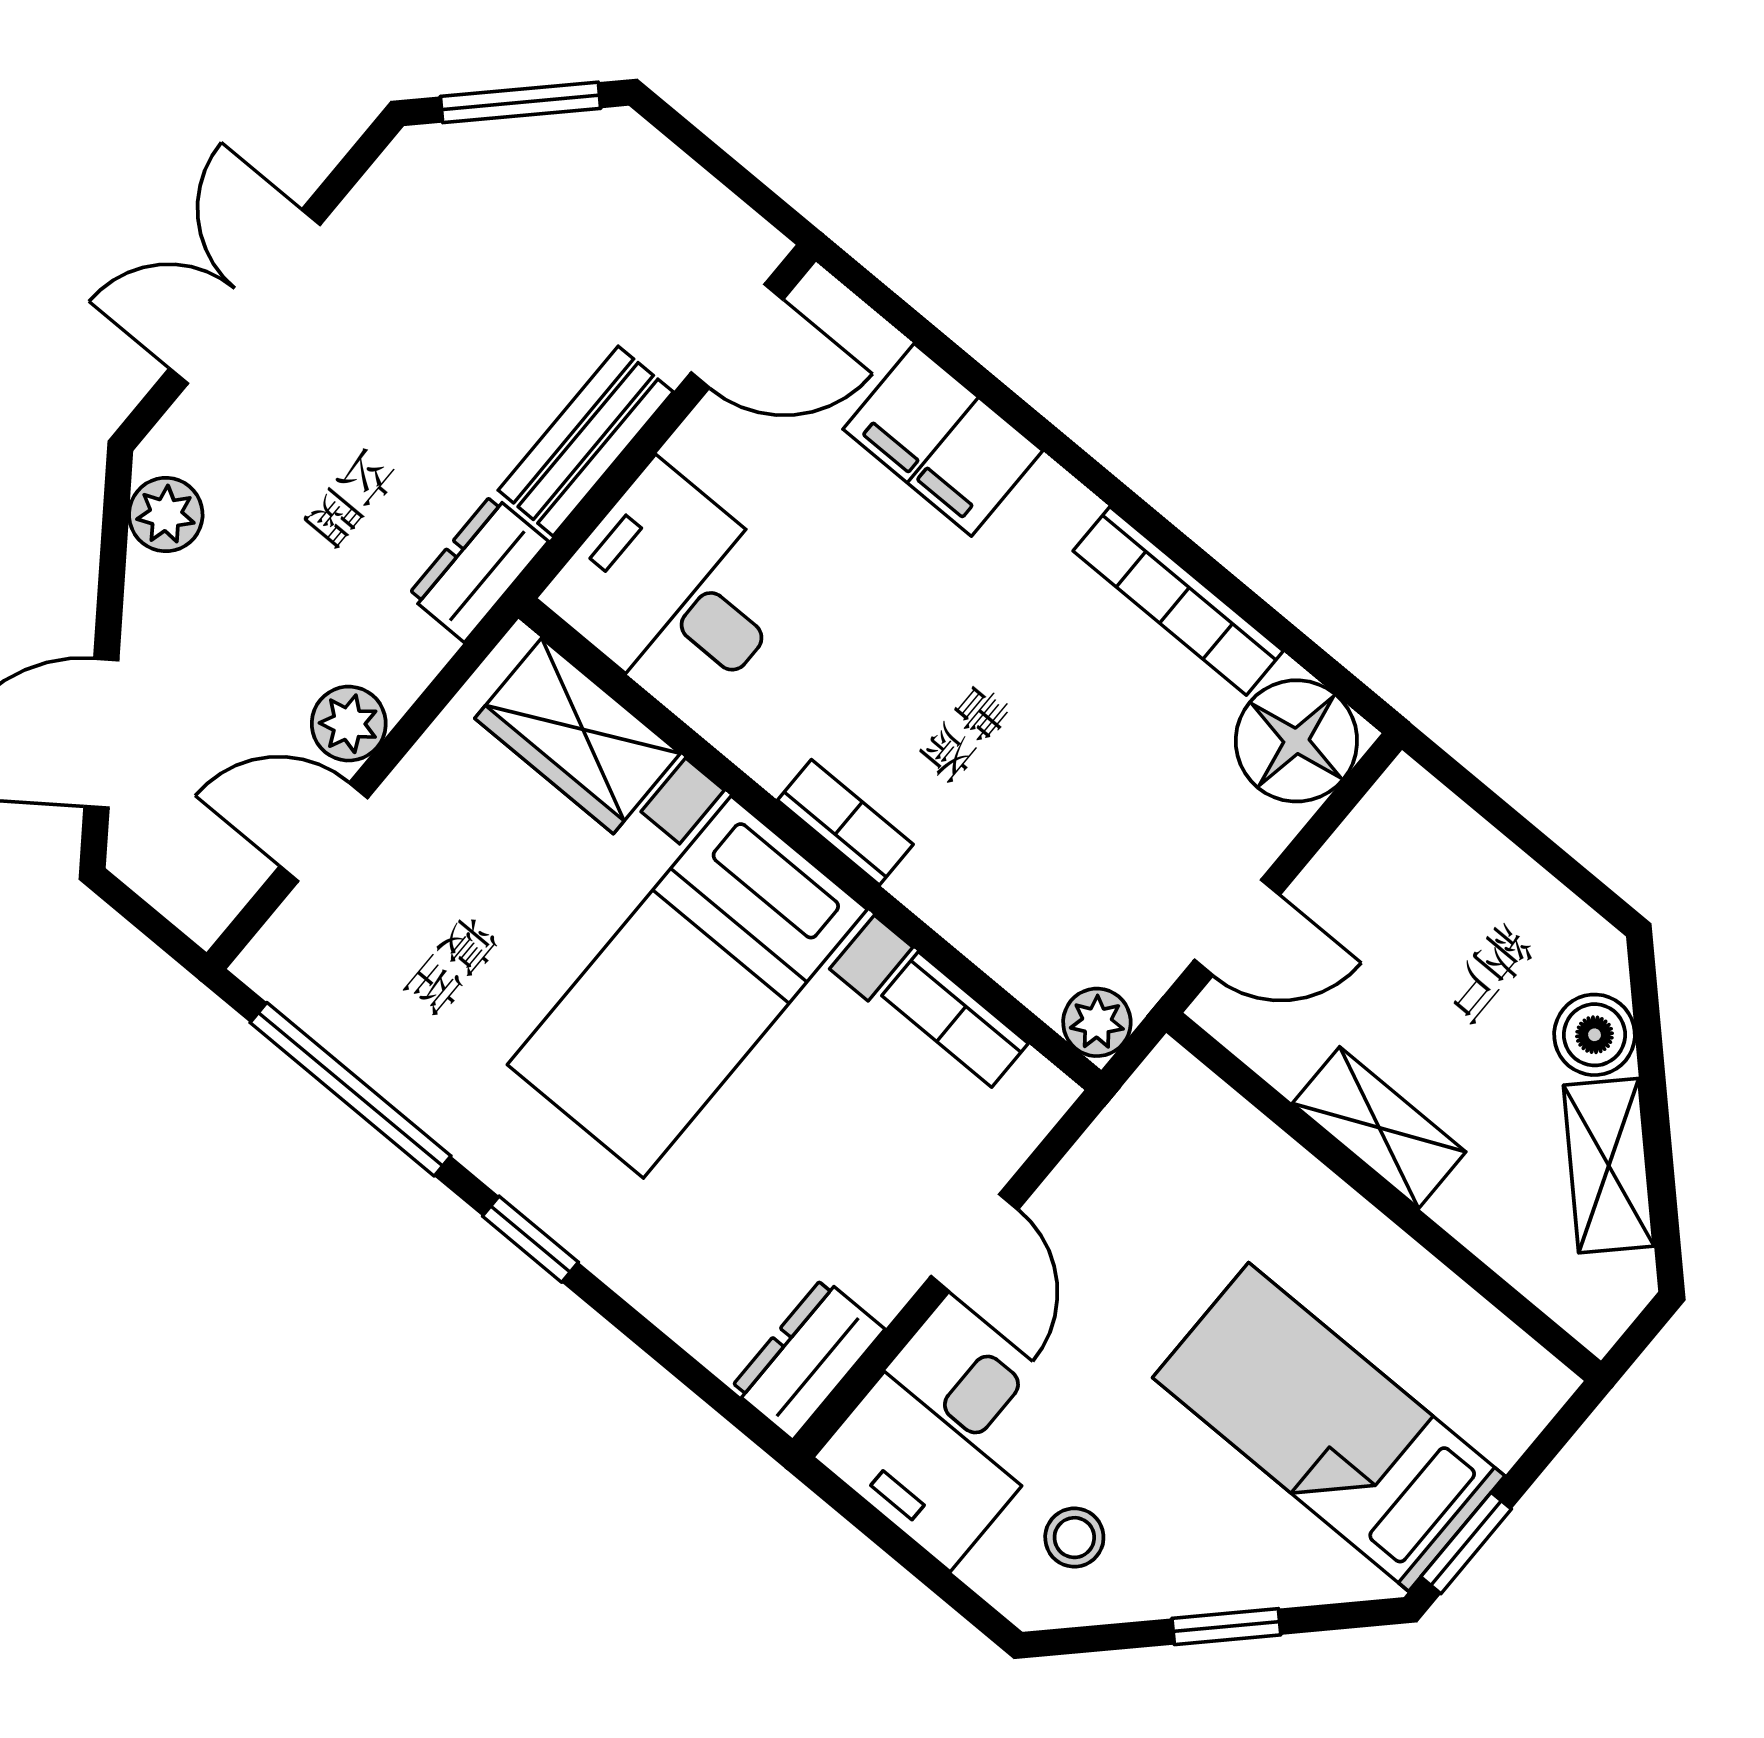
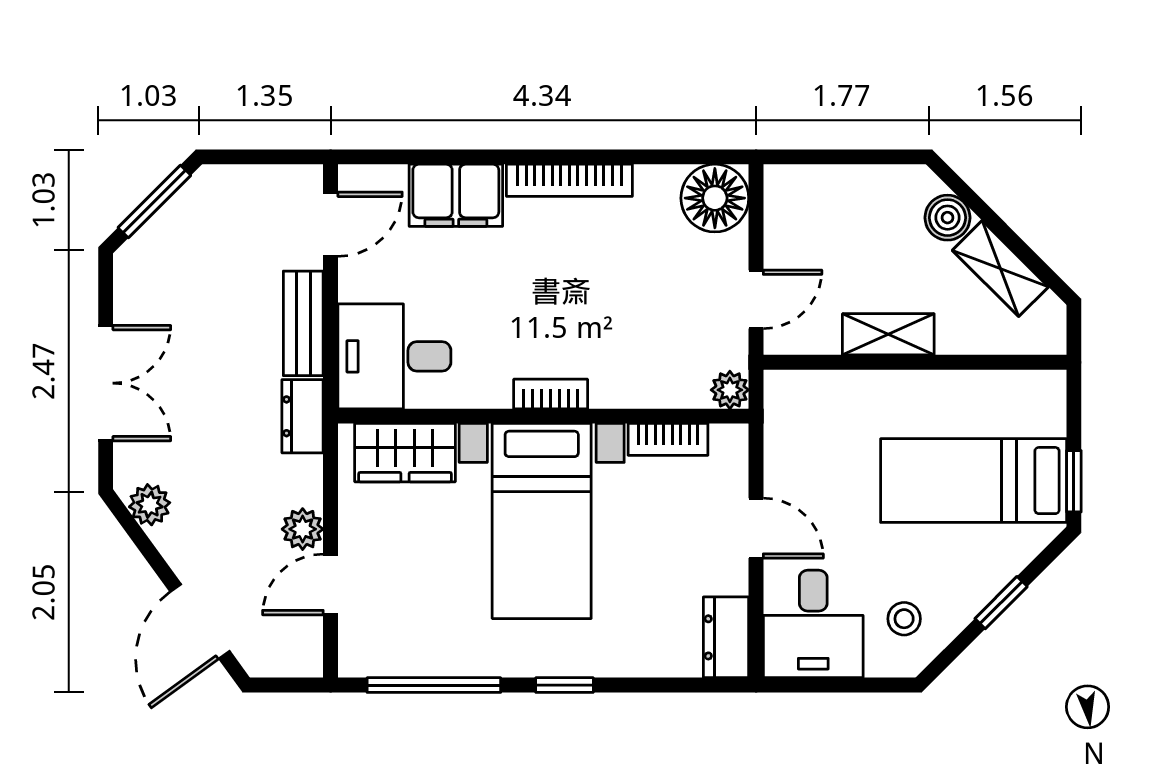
double door: (245, 297) -> (106, 383), swing flipped
bookcase: (1178, 601) -> (569, 180), moved

